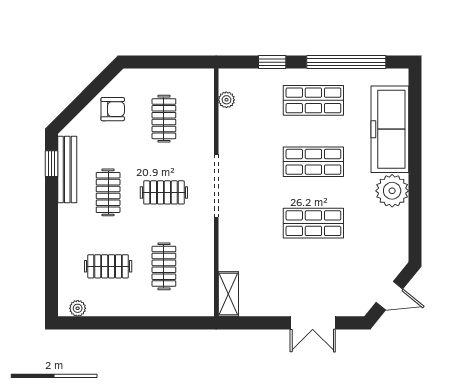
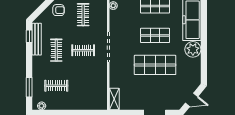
shop shelf: (313, 223) -> (155, 65), width x1.43, depth x1.36
clothes rail: (164, 266) -> (83, 86), removed
window: (52, 269) -> (29, 87), added

